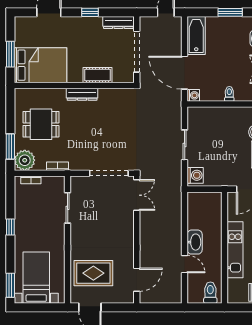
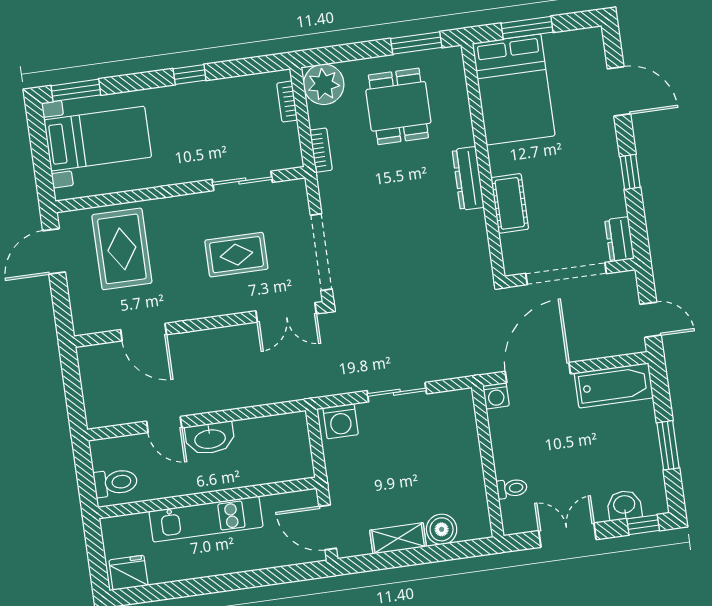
dresser: (118, 22) -> (619, 239), width x0.70
toilet: (229, 94) -> (512, 488), moved
window: (10, 146) -> (416, 43), moved
rug: (104, 216) -> (236, 255), added
door: (185, 264) -> (164, 424), hinge flipped
door: (137, 280) -> (144, 332), moved

